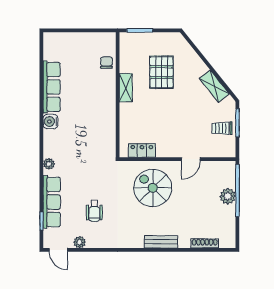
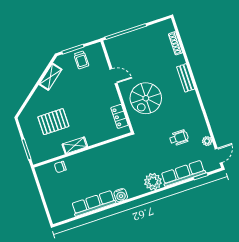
plant: (49, 164) -> (153, 182), width x1.87, depth x1.87
plant: (228, 196) -> (133, 38), removed

